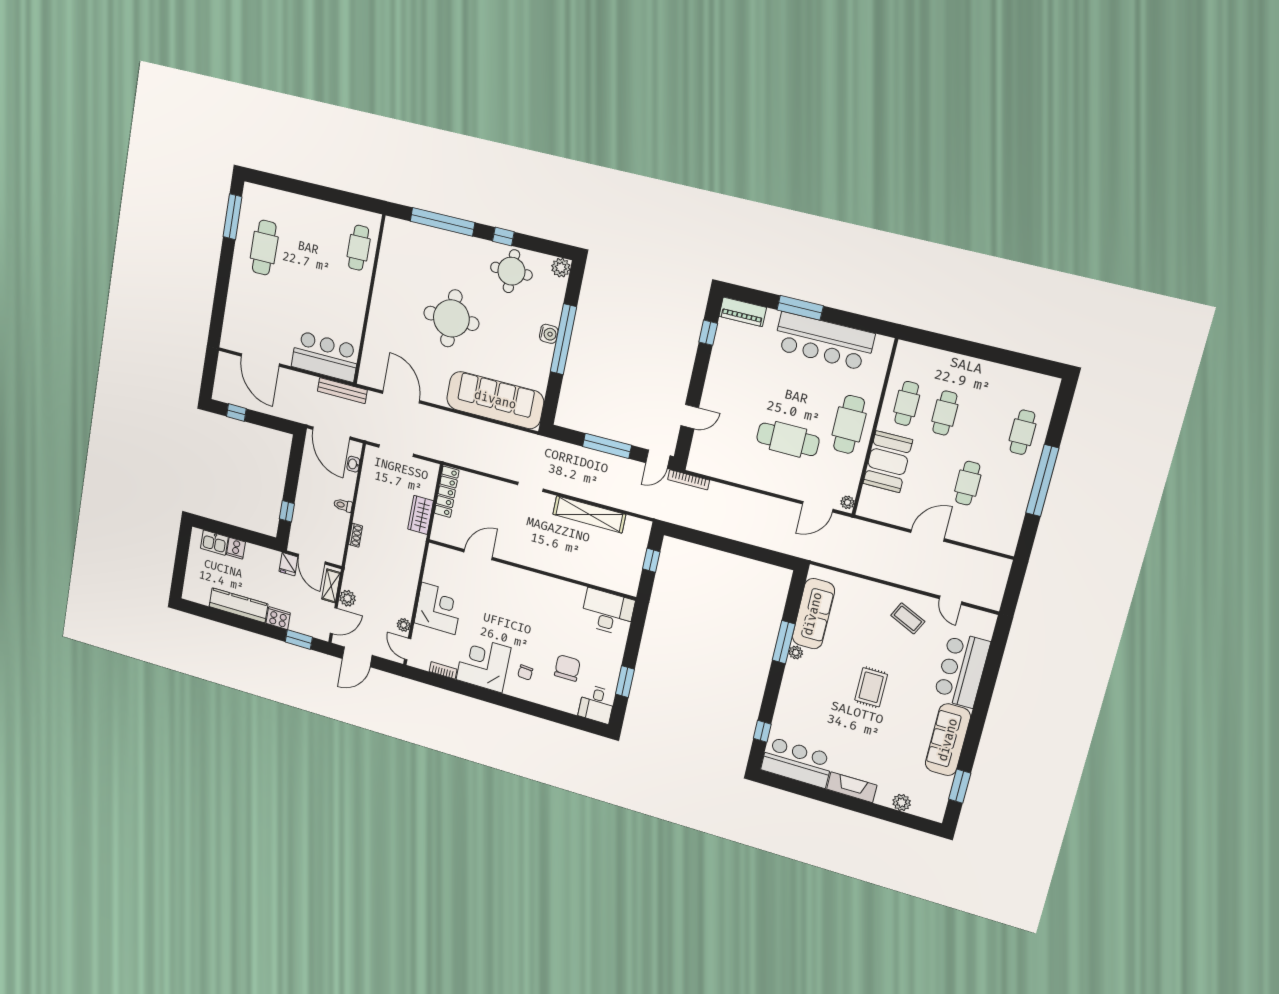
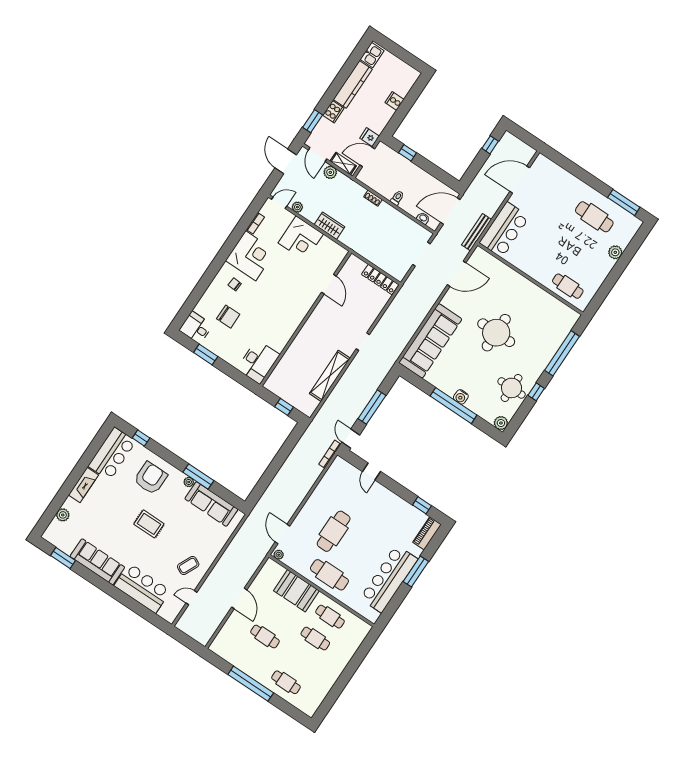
plant: (294, 203) -> (615, 252), added
wardrobe: (421, 515) -> (330, 226), moved
kitchen sink: (214, 543) -> (372, 55), moved, turned 180
armchair: (810, 703) -> (151, 478), added

